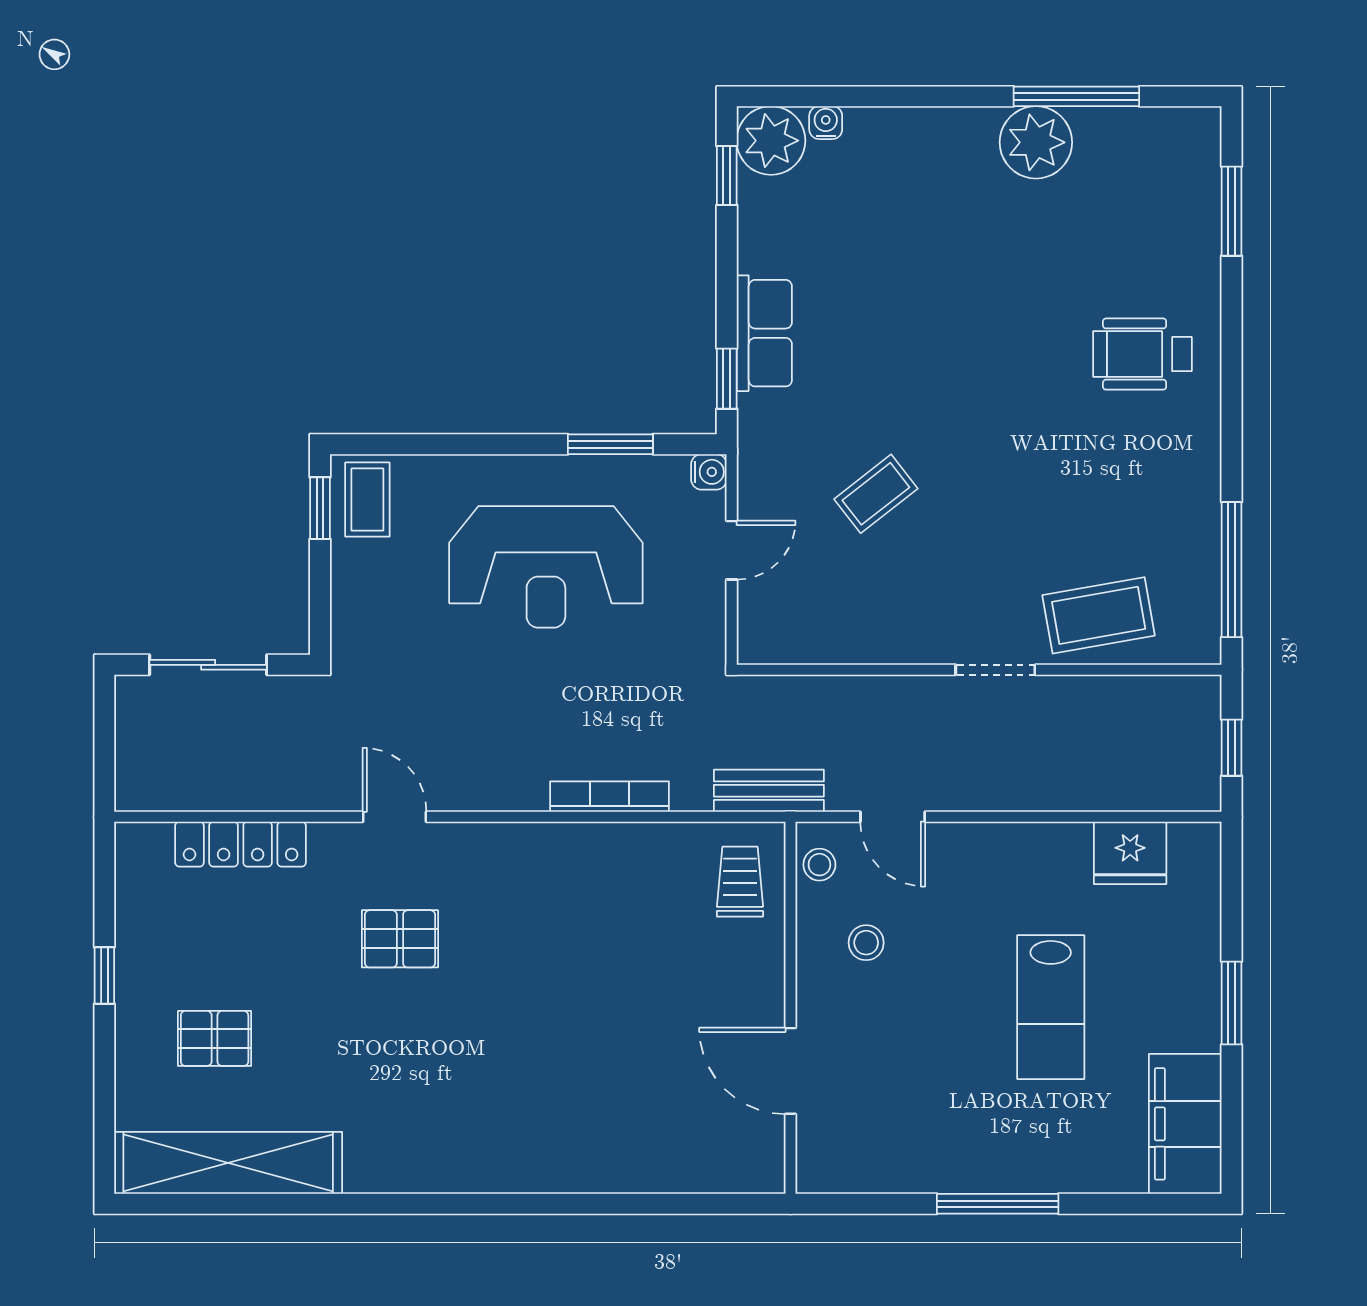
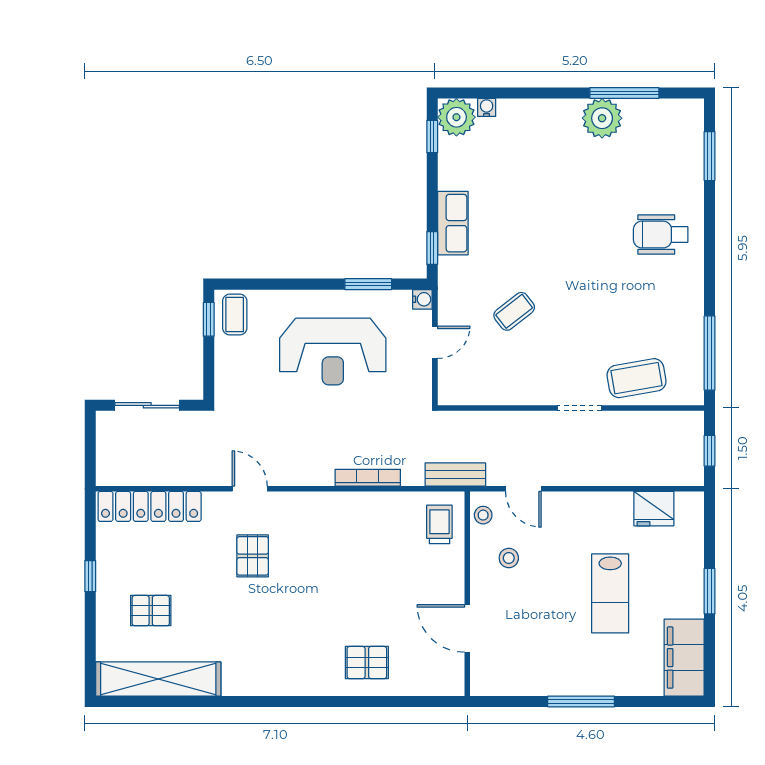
locker: (241, 844) -> (150, 506), width x1.41, depth x1.21
pallet: (400, 939) -> (253, 556), turned 90
pallet: (608, 1133) -> (367, 663), added

